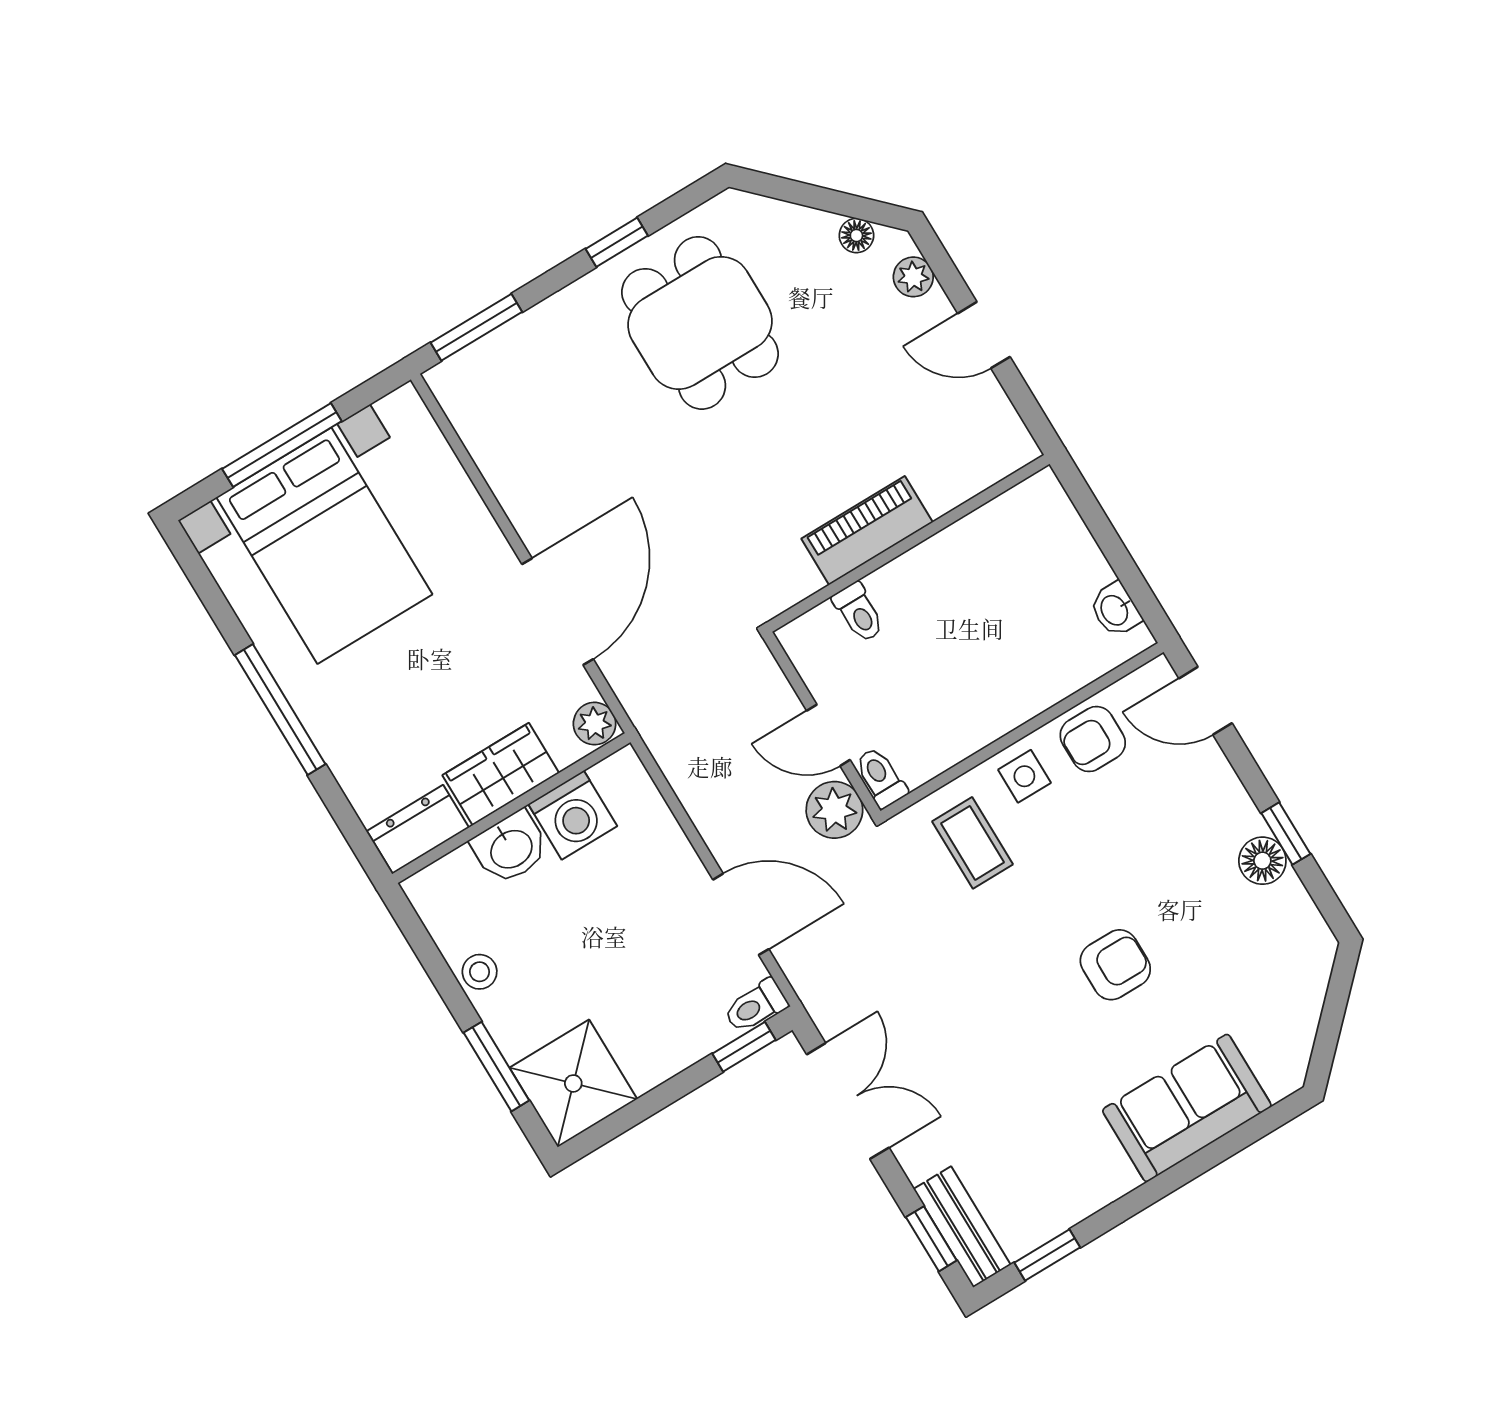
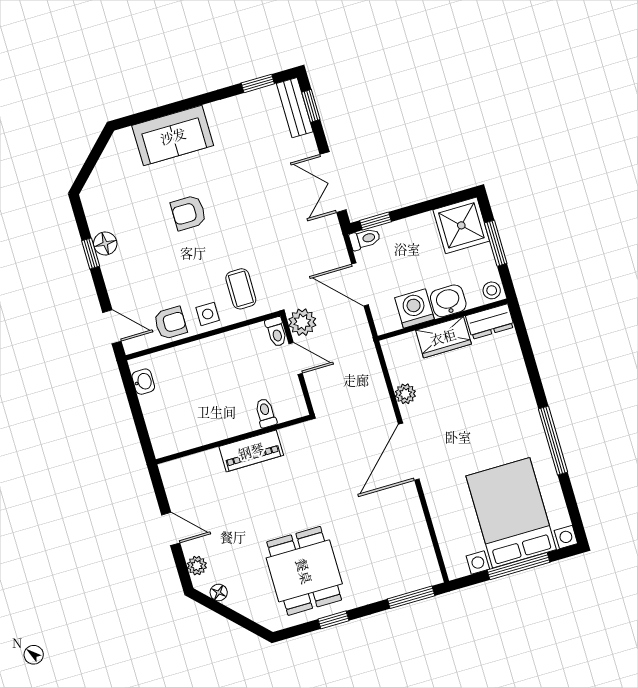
wardrobe: (501, 774) -> (443, 337), moved
wall: (511, 808) -> (443, 320), moved
washing machine: (573, 815) -> (414, 308), moved
dresser: (418, 829) -> (490, 321), moved
washbasin: (511, 848) -> (448, 301), moved

